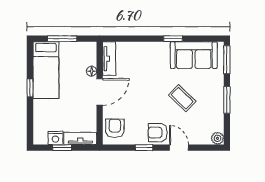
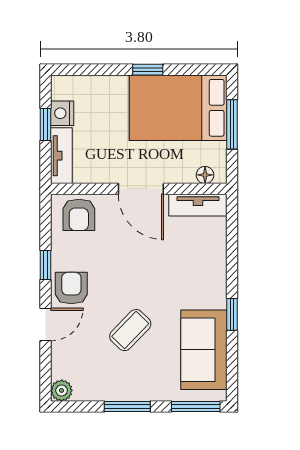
bed: (46, 70) -> (178, 108), width x1.50
floor lamp: (92, 71) -> (205, 175), moved
armchair: (115, 128) -> (79, 215), turned 90

